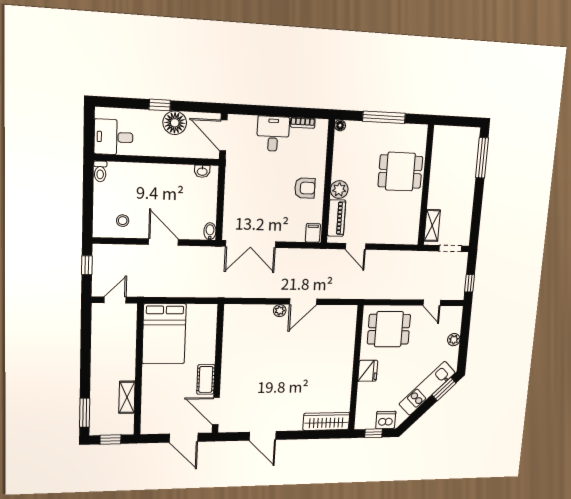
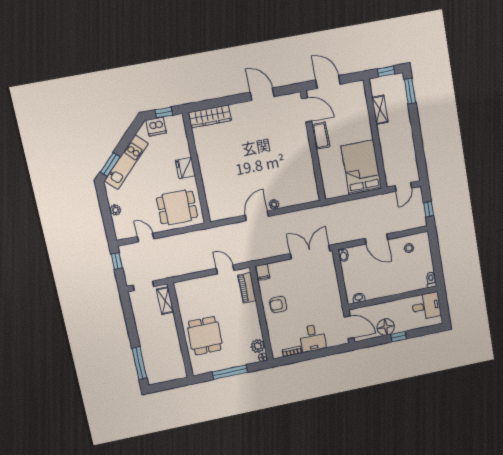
dining table: (400, 172) -> (205, 336), turned 90
plant: (339, 189) -> (258, 346), moved

